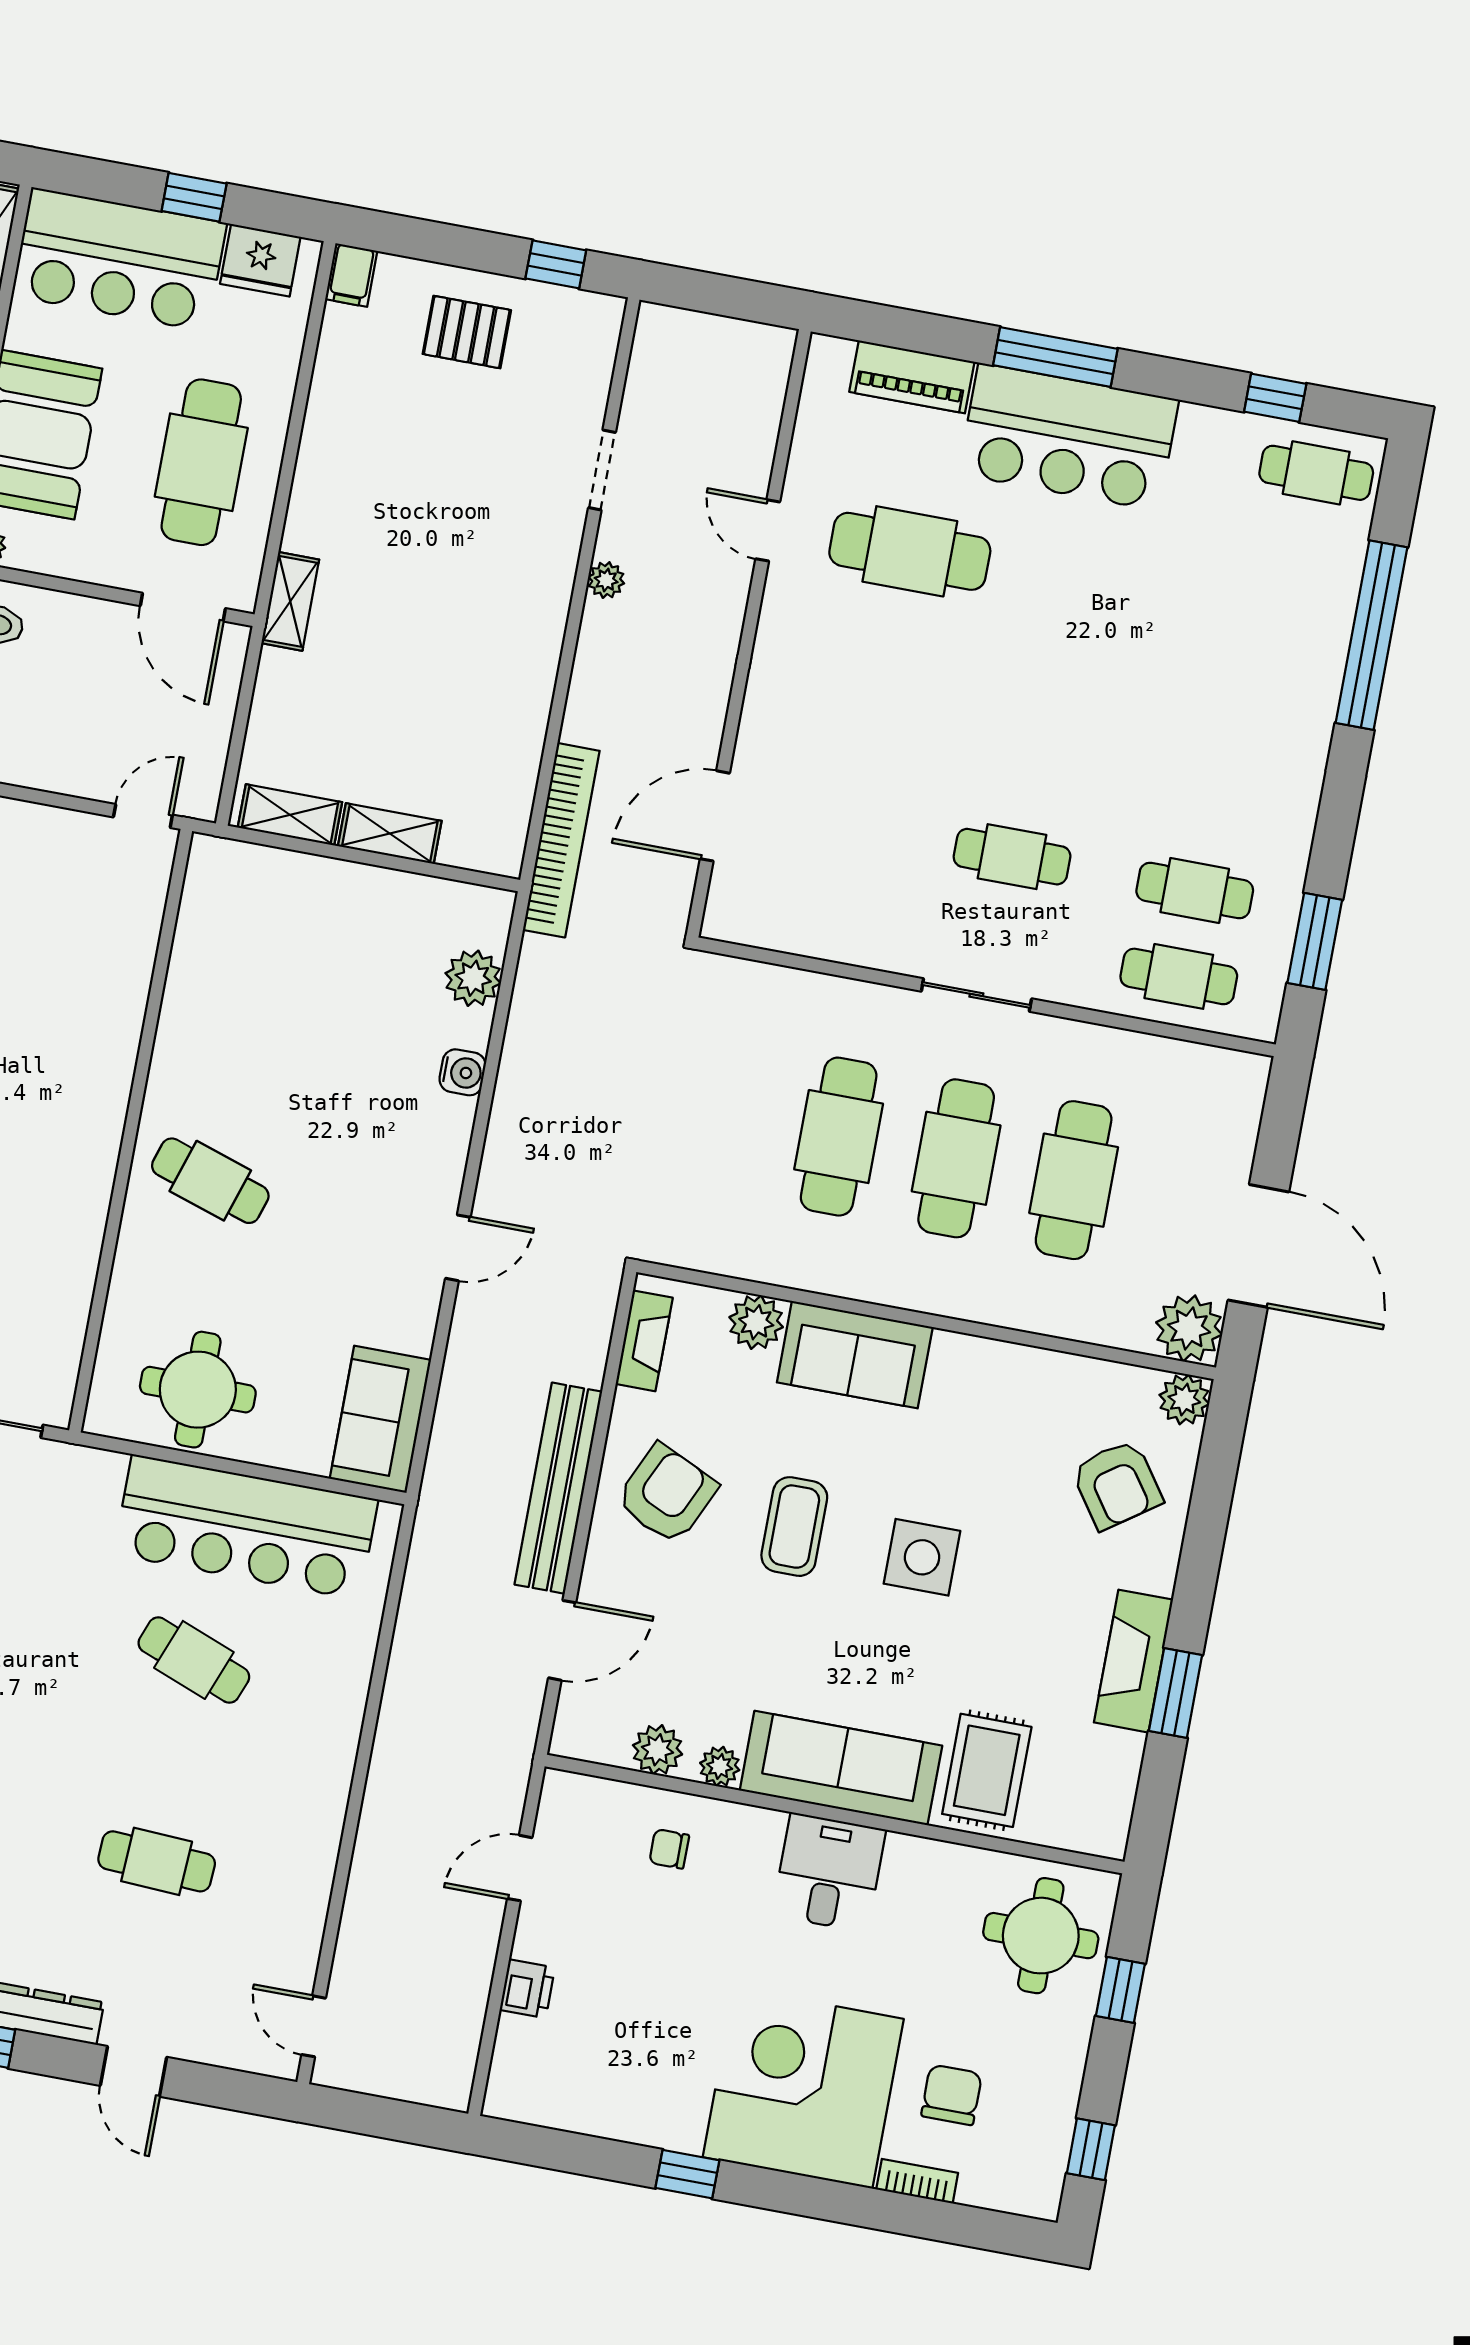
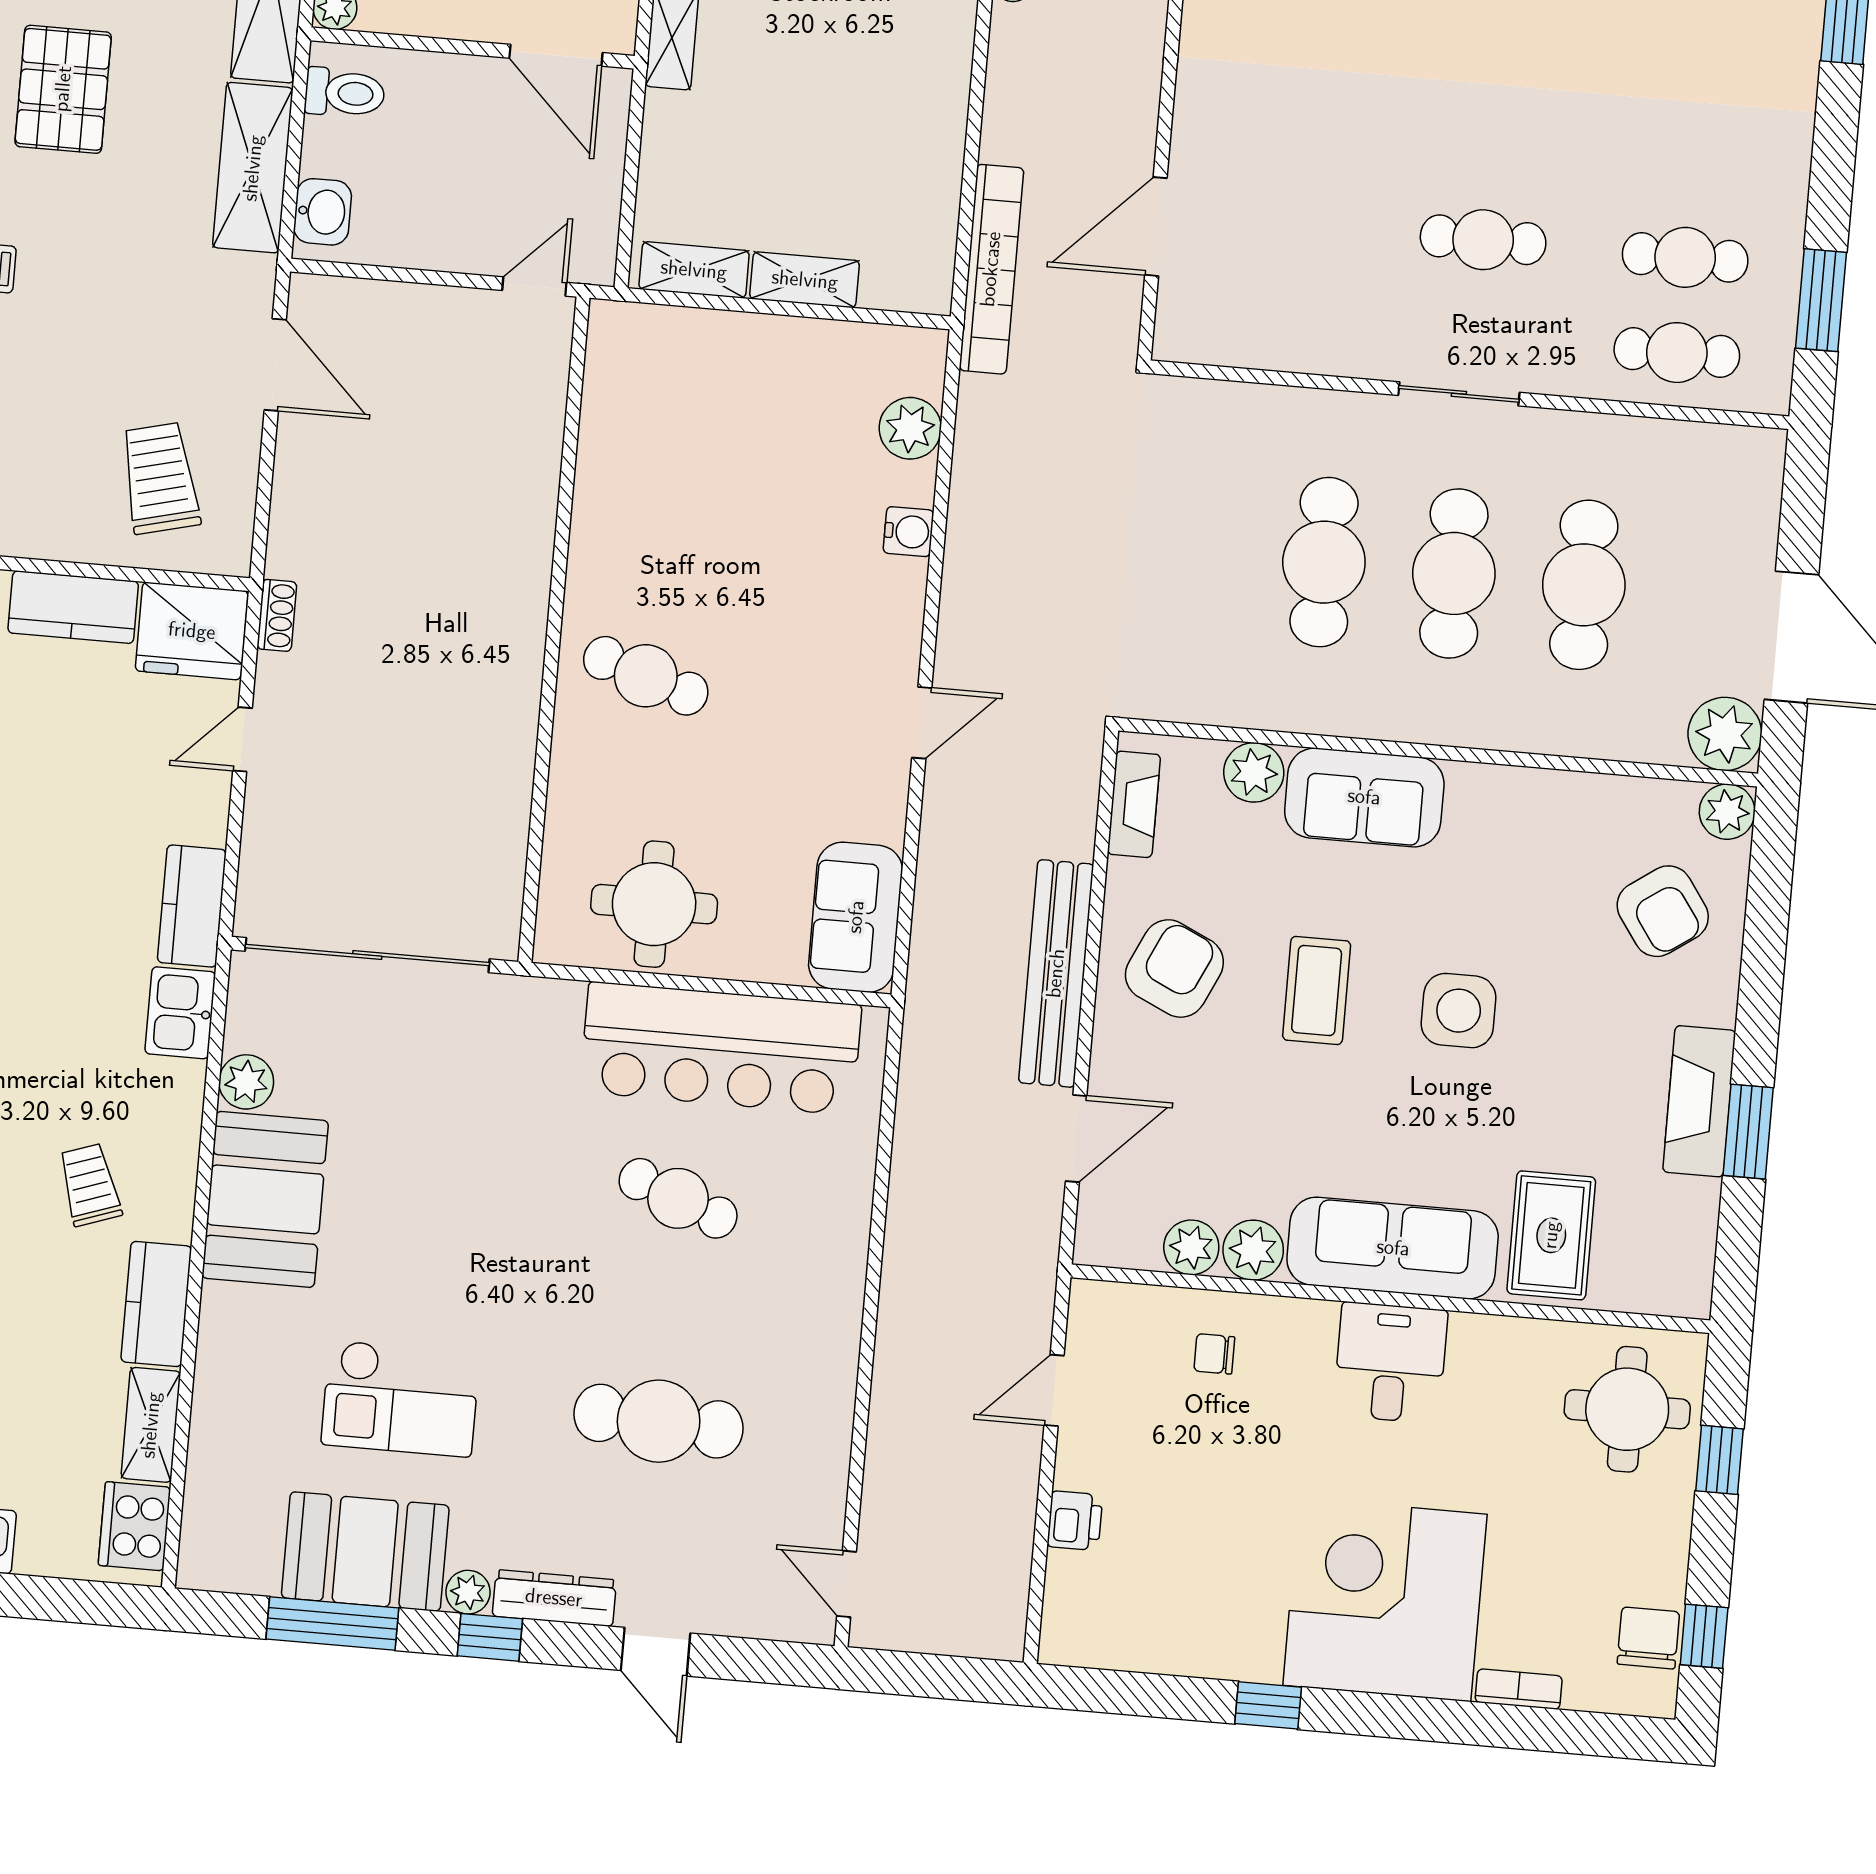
plant: (720, 1766) -> (1253, 1250), width x1.38, depth x1.38
cafe table: (157, 1861) -> (659, 1421), width x1.37, depth x1.35
chair: (952, 2095) -> (1648, 1638), moved

